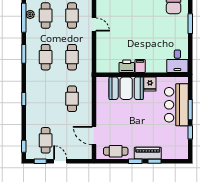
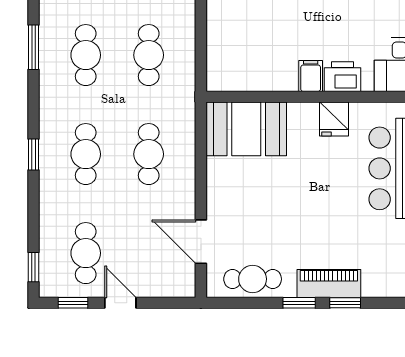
printer: (127, 66) -> (342, 77), moved
booth: (126, 88) -> (246, 129), moved
cafe table: (46, 99) -> (86, 154), added

